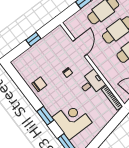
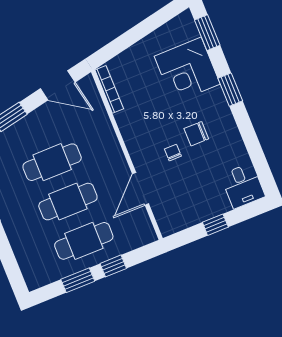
desk: (92, 83) -> (243, 186), moved, turned -90
chair: (39, 84) -> (196, 134), moved

